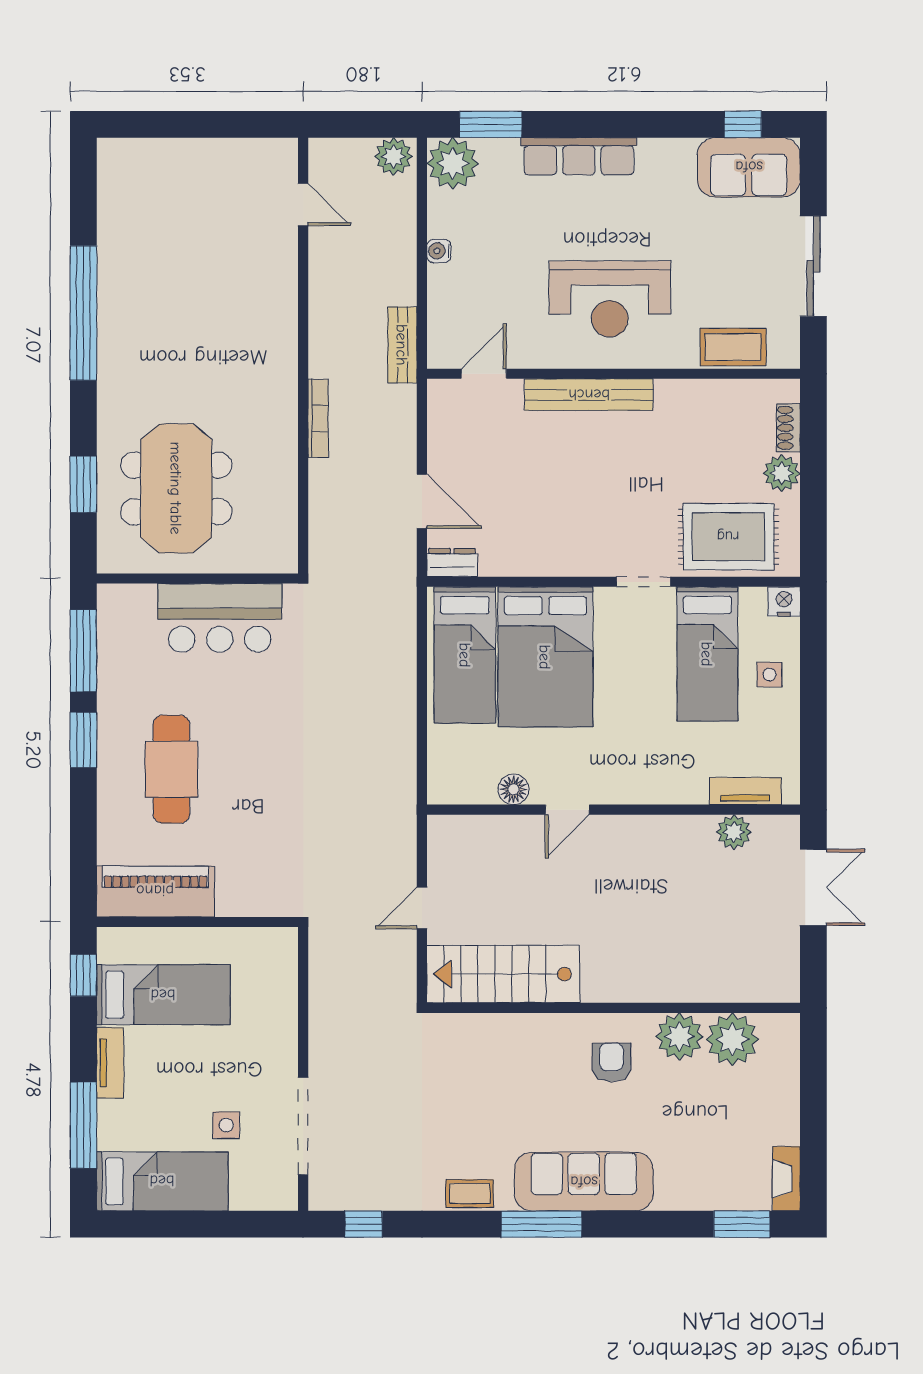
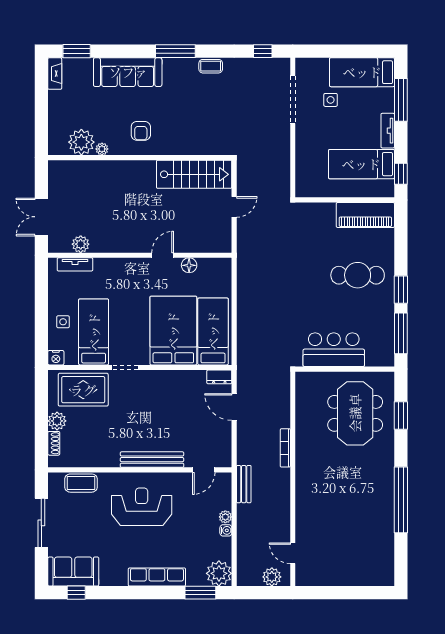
plant: (394, 156) -> (272, 577), moved
plant: (440, 278) -> (225, 517), added
cafe table: (171, 769) -> (358, 275), turned 90
plant: (679, 1037) -> (102, 149), width x0.53, depth x0.53
sofa: (584, 1182) -> (128, 72), moved

